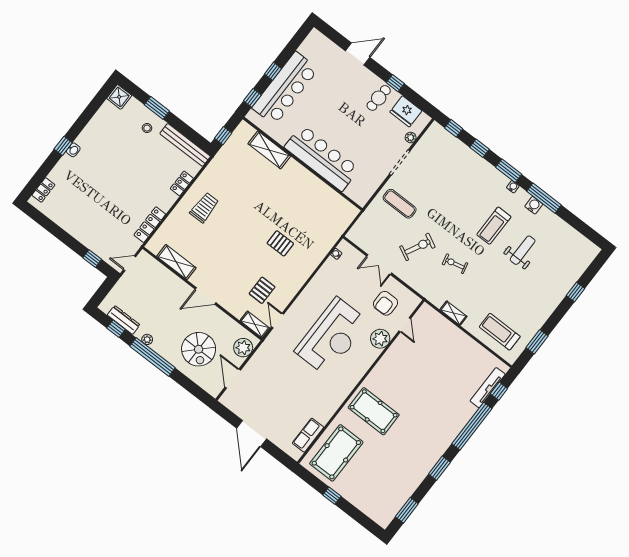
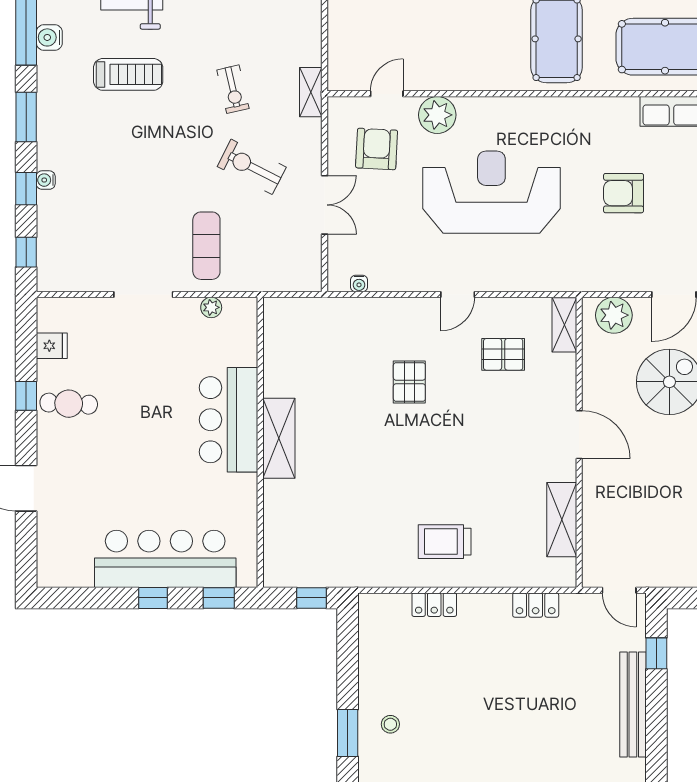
fridge: (406, 111) -> (52, 346), width x0.53, depth x0.75
plant: (411, 138) -> (211, 307), moved
bench: (185, 145) -> (633, 704), moved
shelving: (269, 150) -> (279, 438), moved
bar counter: (322, 158) -> (229, 420), width x0.73
water cooler: (513, 187) -> (46, 180), moved
locker: (150, 225) -> (536, 605), width x0.66
armchair: (385, 303) -> (377, 149), turned -87
shelving: (453, 313) -> (311, 92), moved
door: (278, 321) -> (458, 294), moved
armchair: (290, 390) -> (624, 193), added

